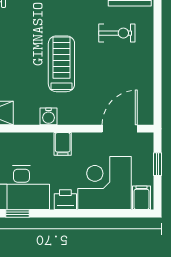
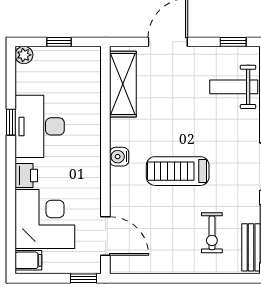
treadmill: (61, 64) -> (178, 171), turned 180
filing cabinet: (63, 144) -> (88, 172), removed
window: (158, 164) -> (83, 278), moved

